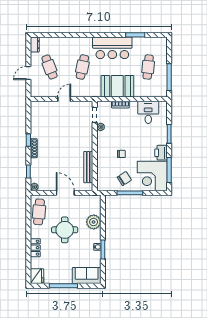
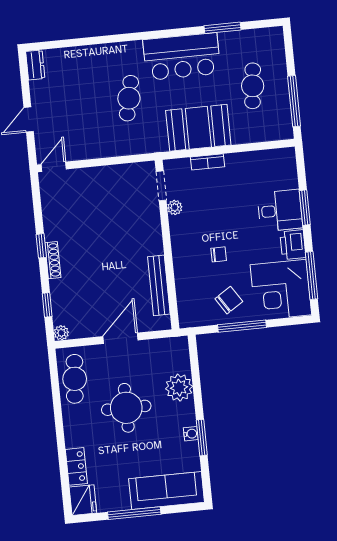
cafe table: (49, 67) -> (67, 104), removed
door: (64, 99) -> (54, 167), moved
desk: (148, 112) -> (280, 210), moved, turned 90
door: (65, 193) -> (121, 338), hinge flipped
locker: (35, 248) -> (76, 466), moved
sofa: (87, 276) -> (167, 490), width x1.36

